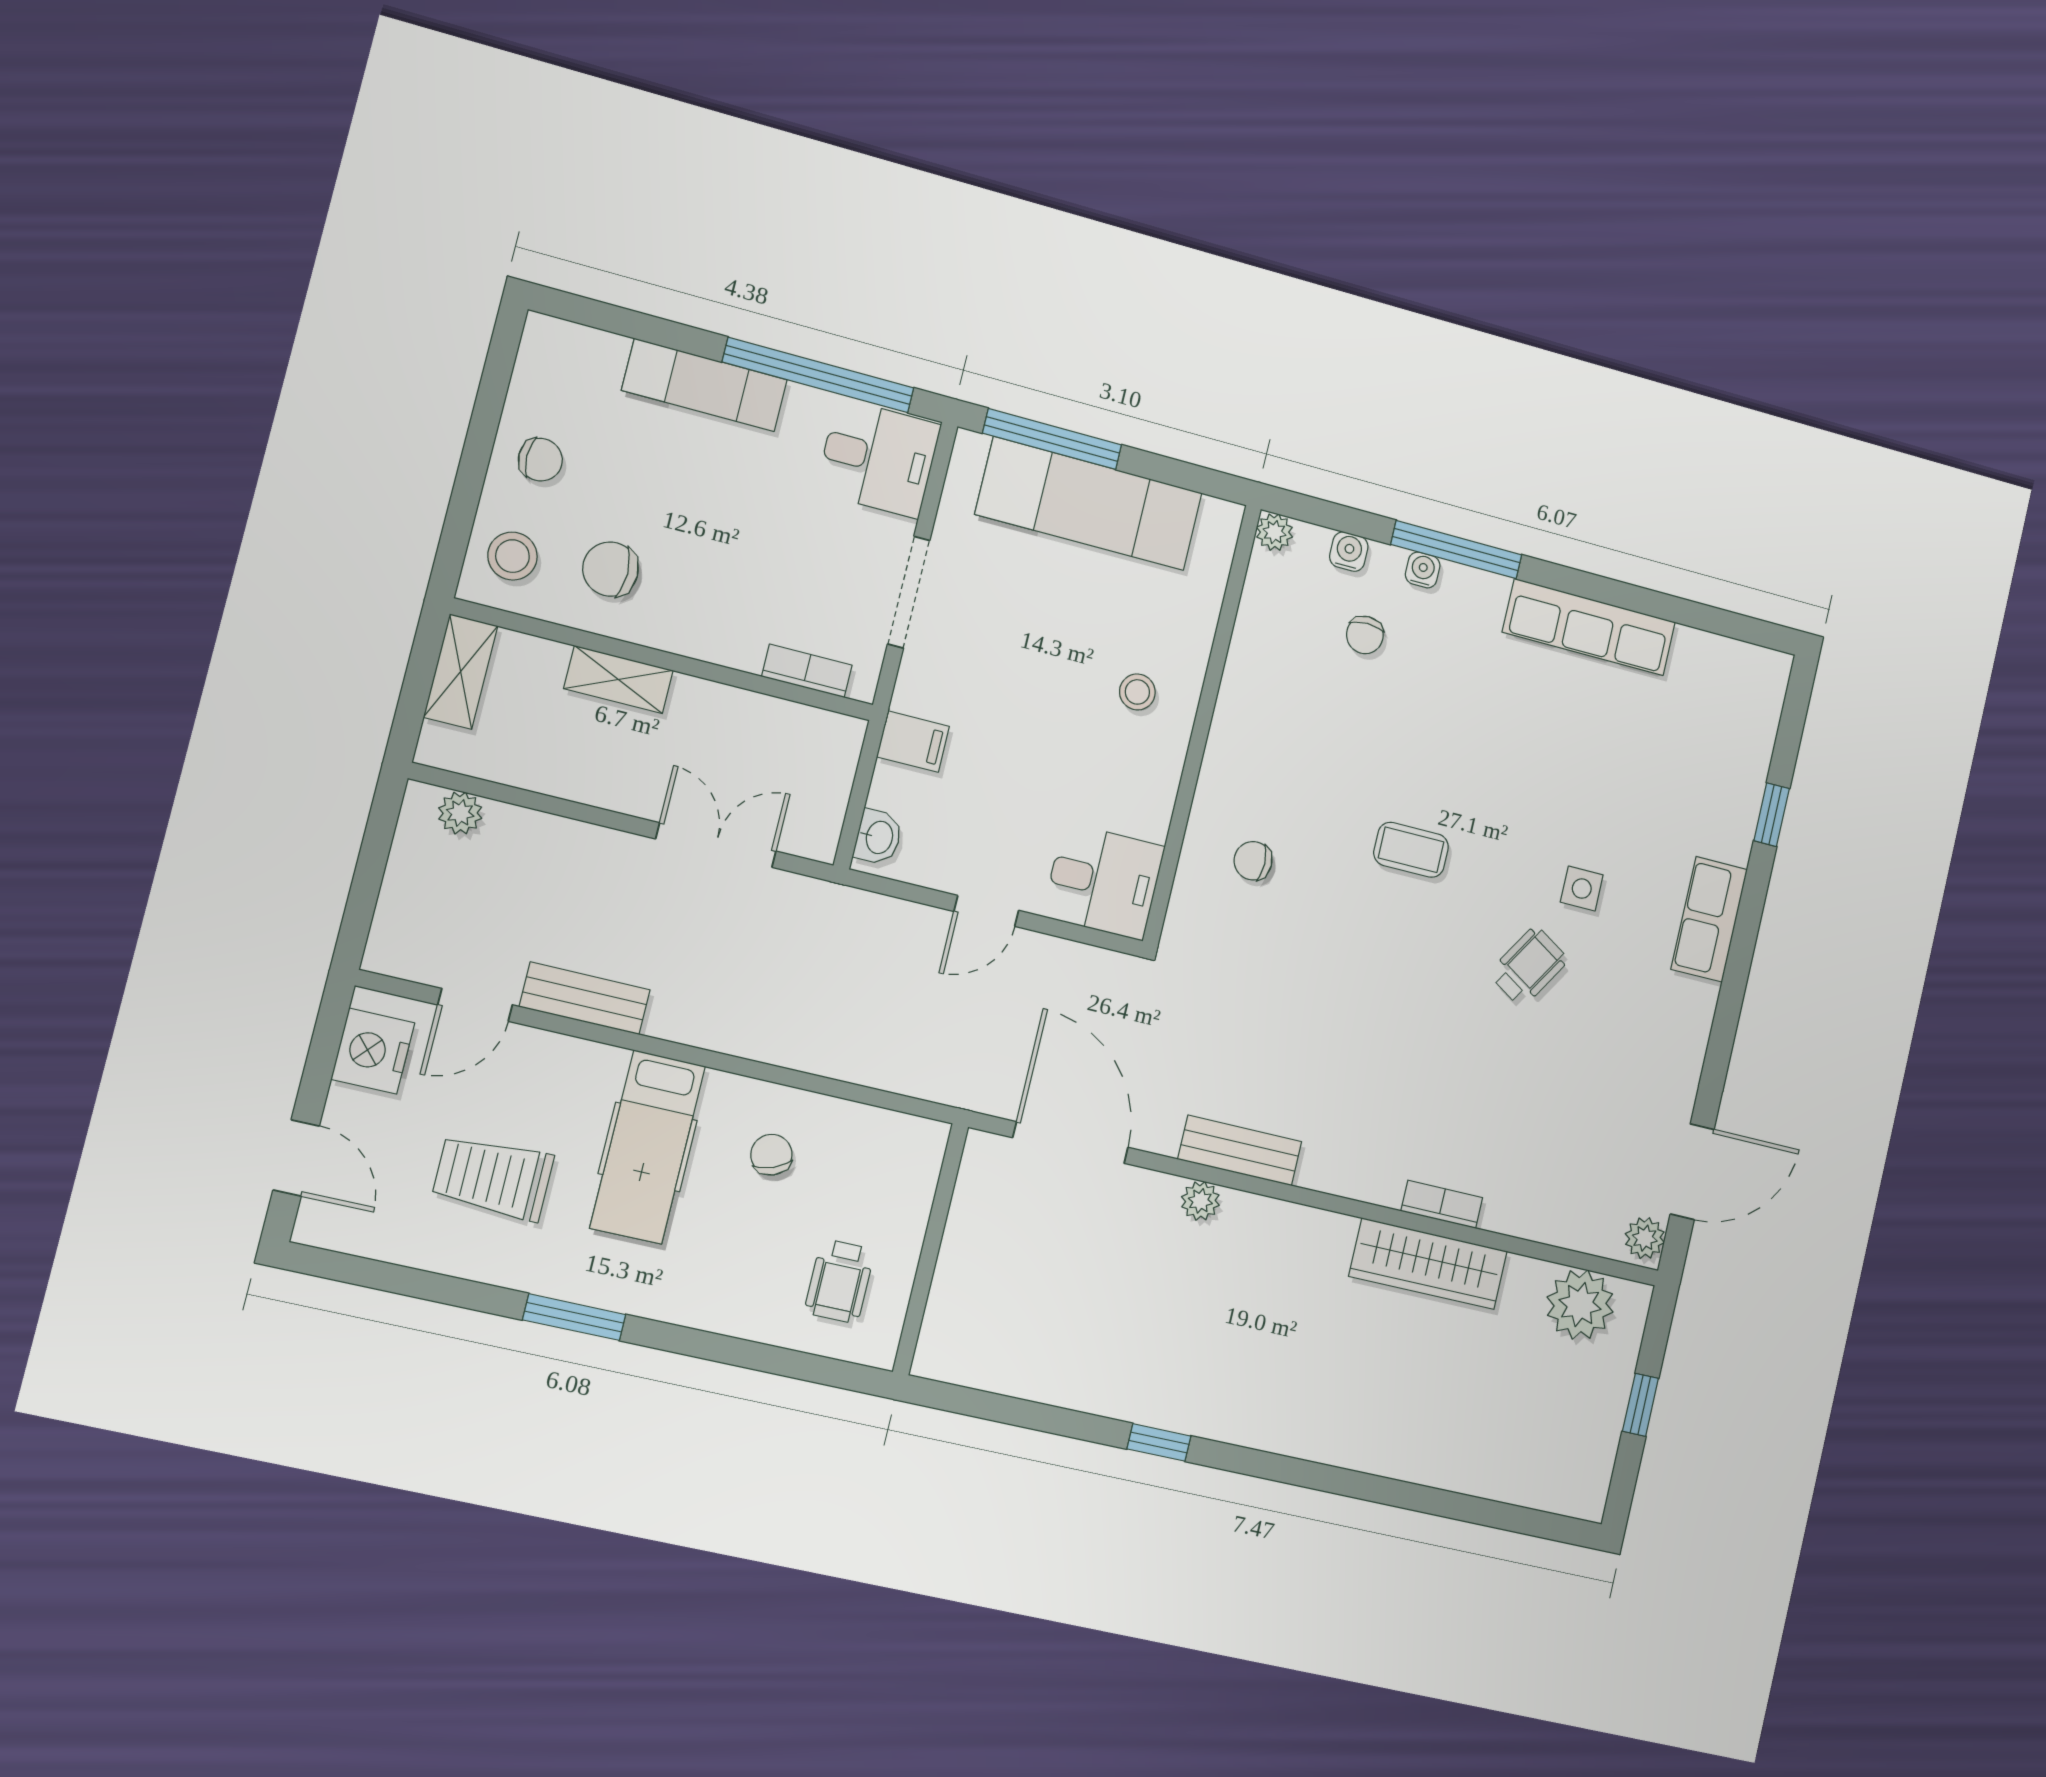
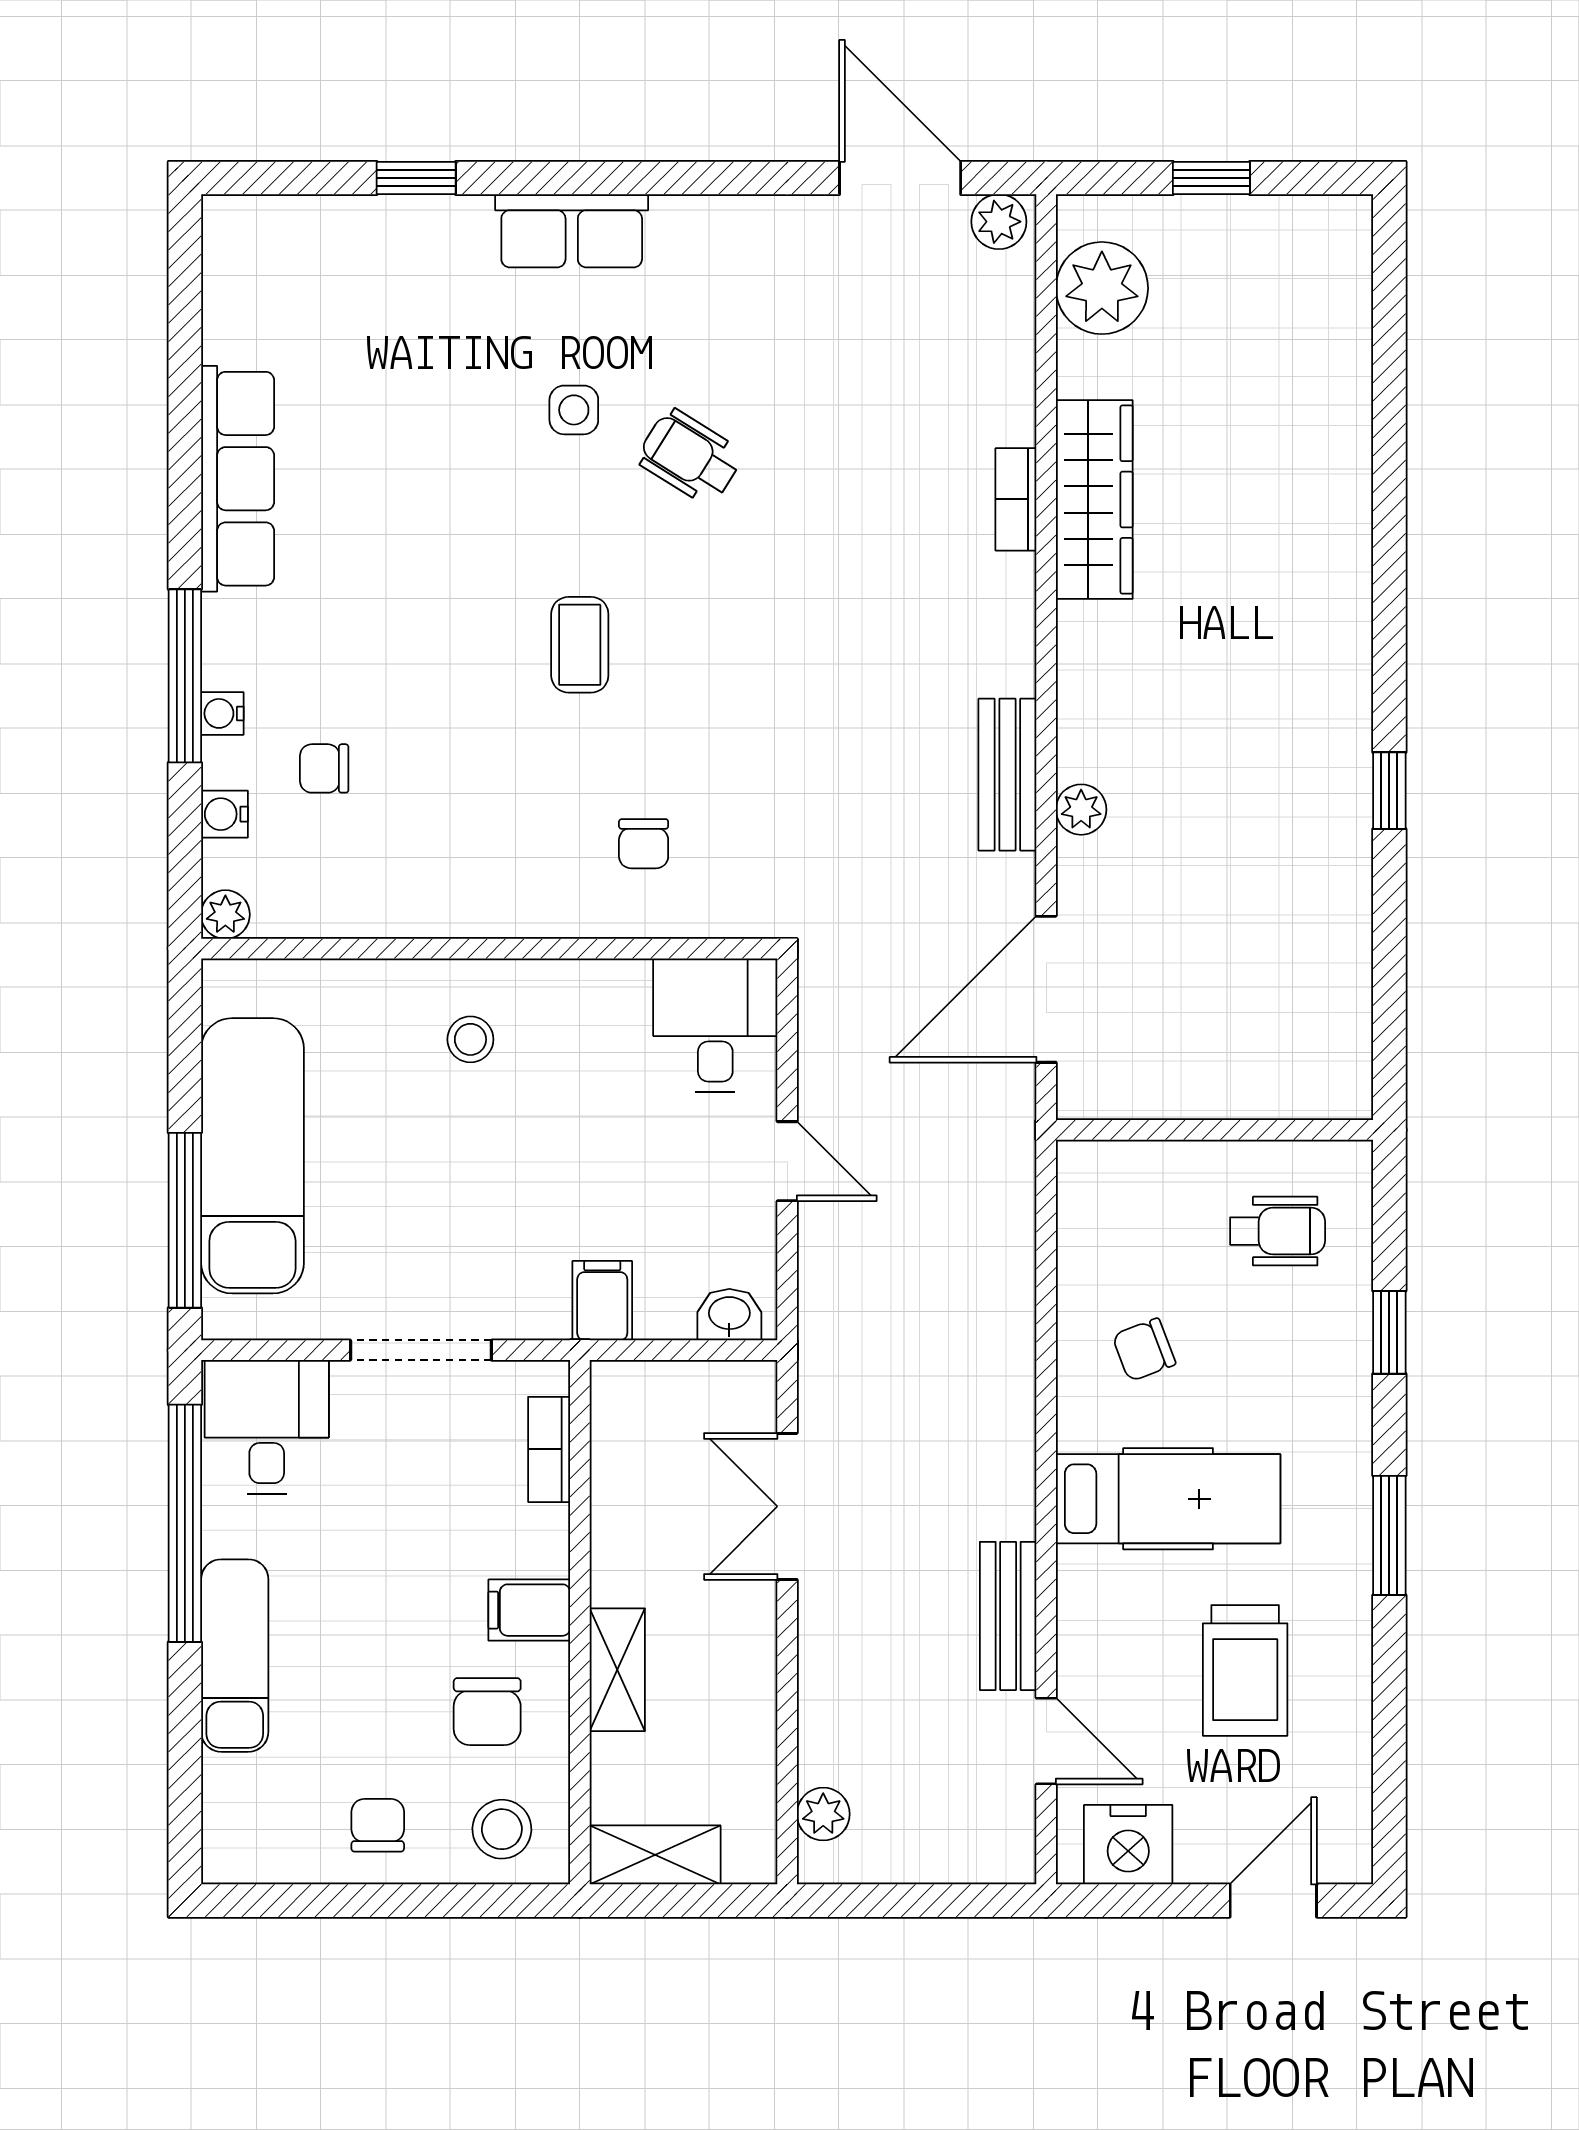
filing cabinet: (684, 623) -> (529, 1610), added
chair: (1365, 635) -> (324, 768), turned 180
window: (738, 1352) -> (1389, 1332), added

